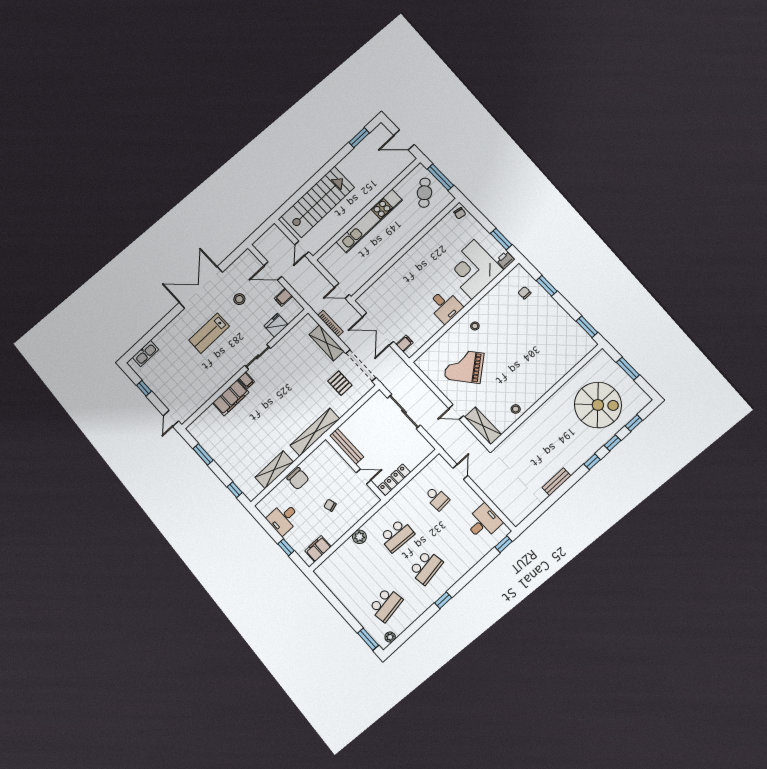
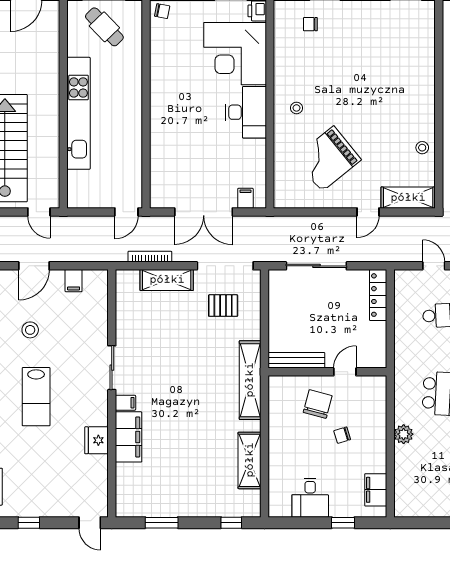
desk: (445, 306) -> (246, 112), width x1.37
fridge: (276, 325) -> (97, 440), moved
chair: (298, 479) -> (318, 404), moved, turned -75
locker: (394, 480) -> (378, 295), moved

